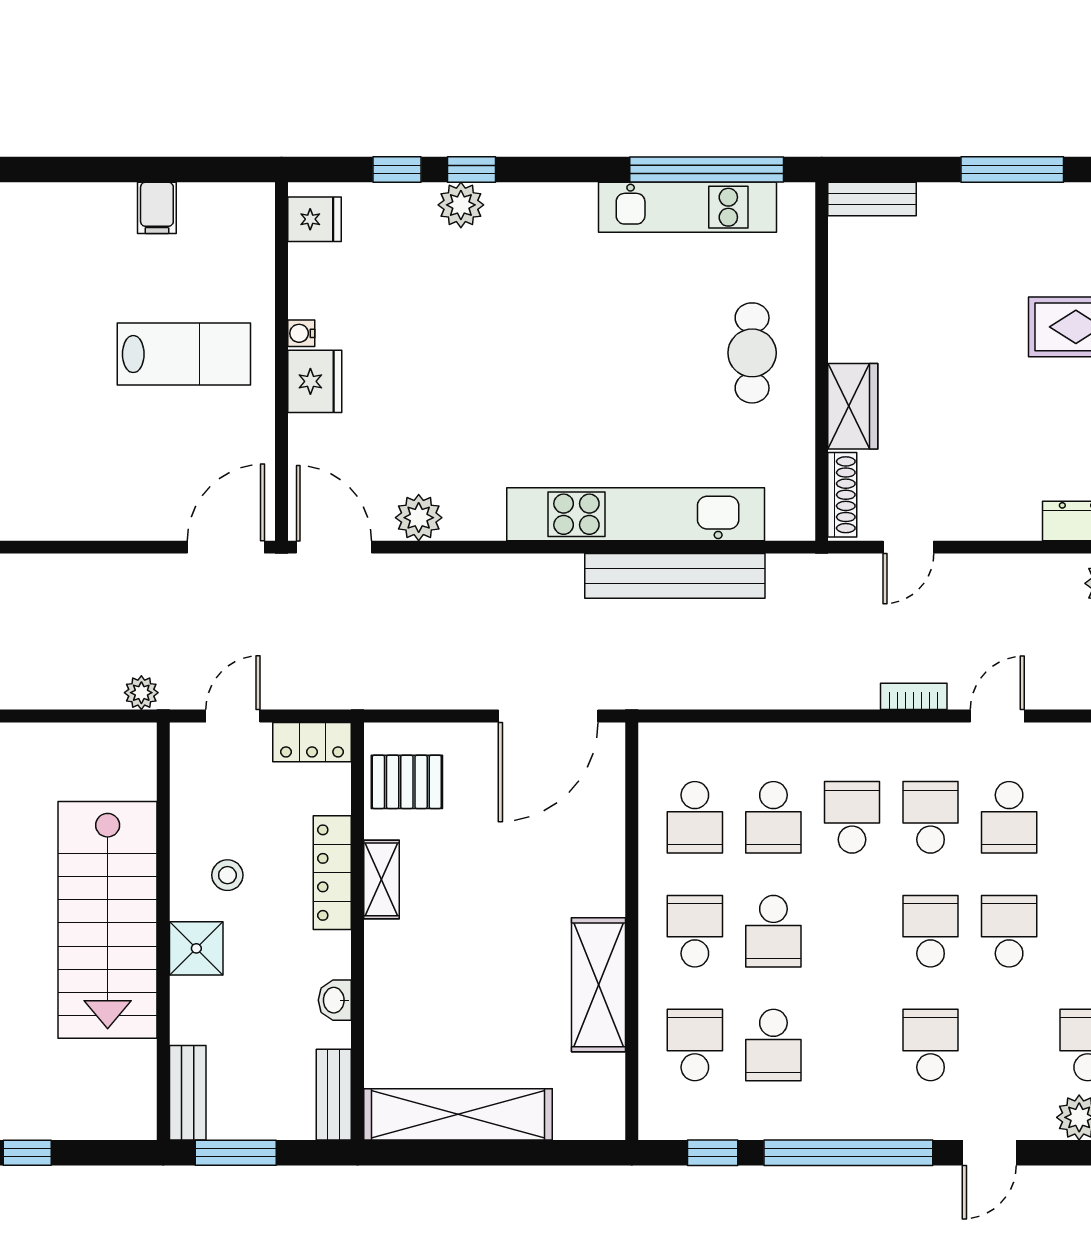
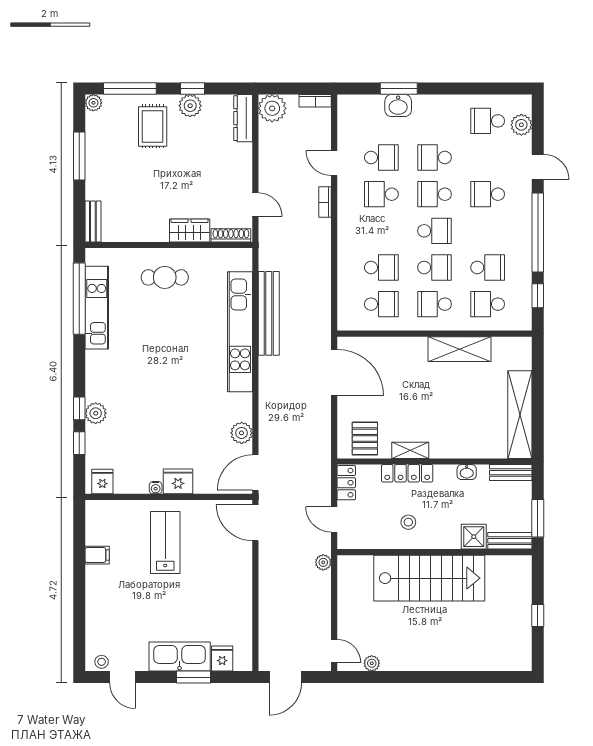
school desk: (852, 817) -> (434, 231), moved, turned 180
shower: (196, 948) -> (474, 537), moved

